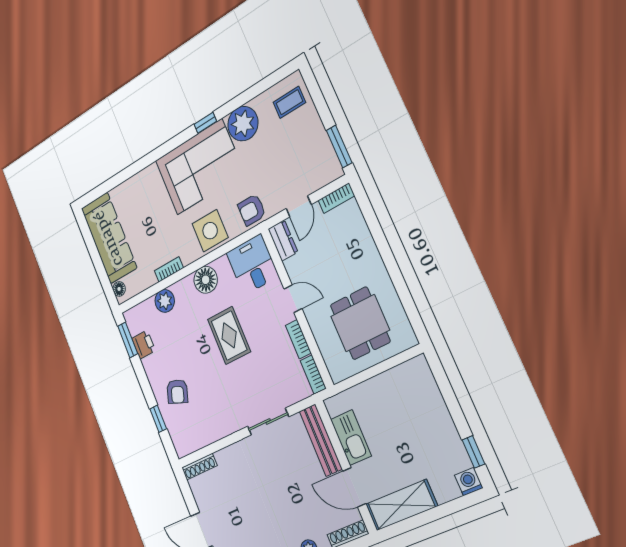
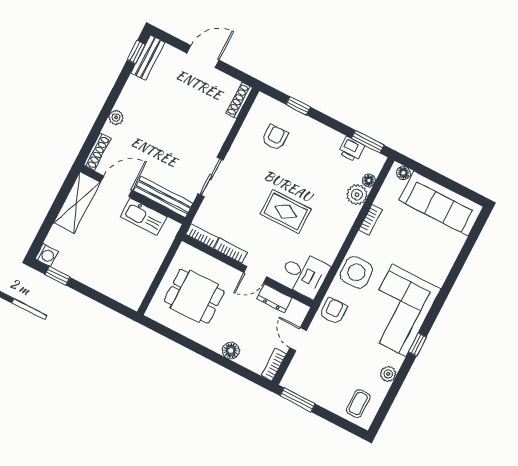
plant: (243, 124) -> (388, 374), width x0.53, depth x0.53
dresser: (283, 241) -> (274, 298), moved
floor lamp: (365, 243) -> (231, 351), added
floor lamp: (206, 280) -> (369, 180), moved, width x0.53, depth x0.53
armchair: (177, 392) -> (275, 138), moved, turned 70

